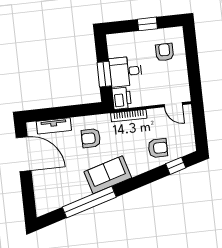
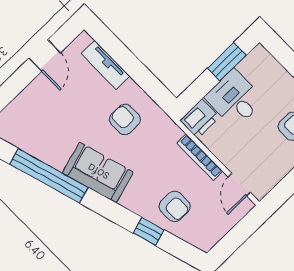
window: (104, 74) -> (227, 62), moved
bookcase: (129, 116) -> (200, 157), moved
door: (24, 154) -> (45, 55), width x0.53
window: (176, 166) -> (149, 231), moved

